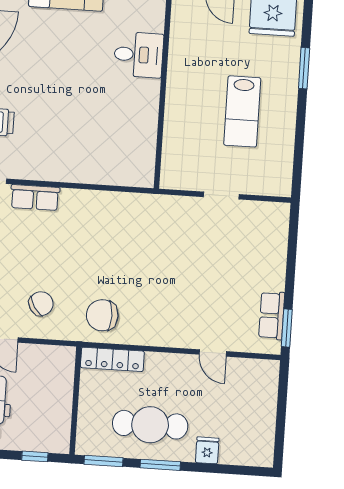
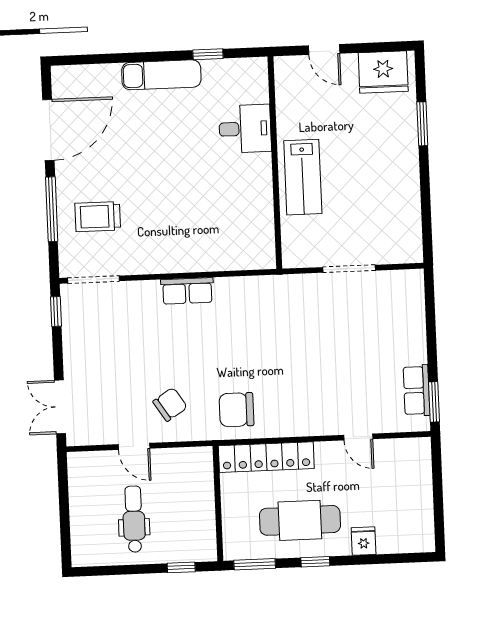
lab bench: (242, 111) -> (303, 177), moved
doorway: (221, 196) -> (349, 269), width x1.38
row of seats: (35, 198) -> (187, 291), moved
locker: (112, 359) -> (266, 457), width x1.41, depth x1.21
window: (160, 465) -> (315, 562), width x0.67

